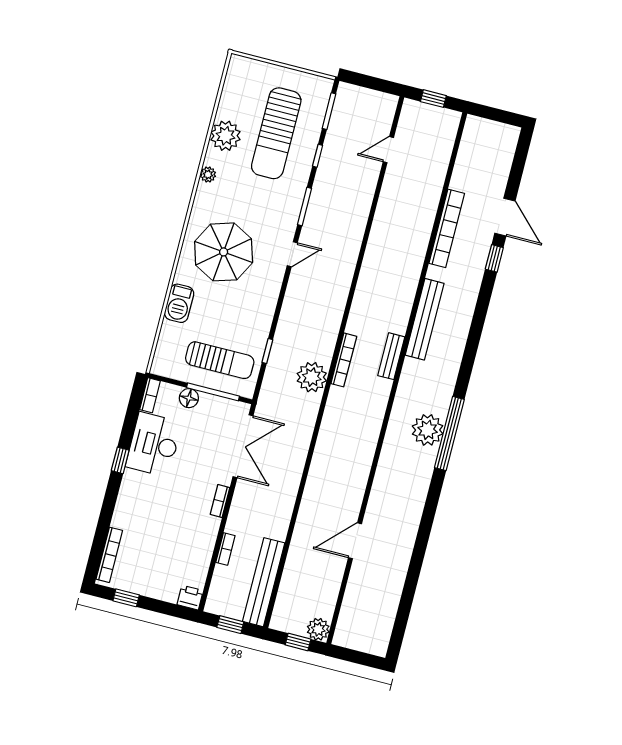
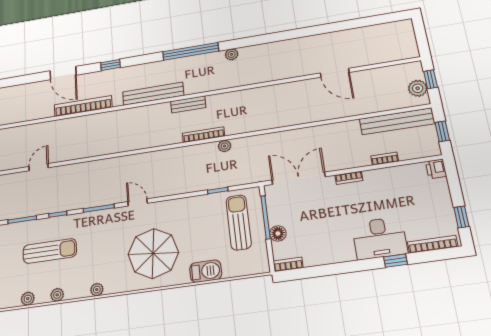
plant: (230, 92) -> (28, 299), added
sun lounger: (276, 133) -> (50, 251), width x0.73, depth x0.75
plant: (225, 136) -> (57, 295), width x0.53, depth x0.53
door: (388, 150) -> (39, 167), swing flipped
door: (505, 217) -> (63, 73), swing flipped
window: (494, 258) -> (111, 65), moved
plant: (312, 377) -> (225, 146), width x0.53, depth x0.53
plant: (428, 430) -> (232, 54), width x0.53, depth x0.53
window: (449, 433) -> (191, 51), moved
desk: (154, 444) -> (379, 238), moved
window: (120, 460) -> (396, 261), moved
plant: (318, 629) -> (418, 88), moved

